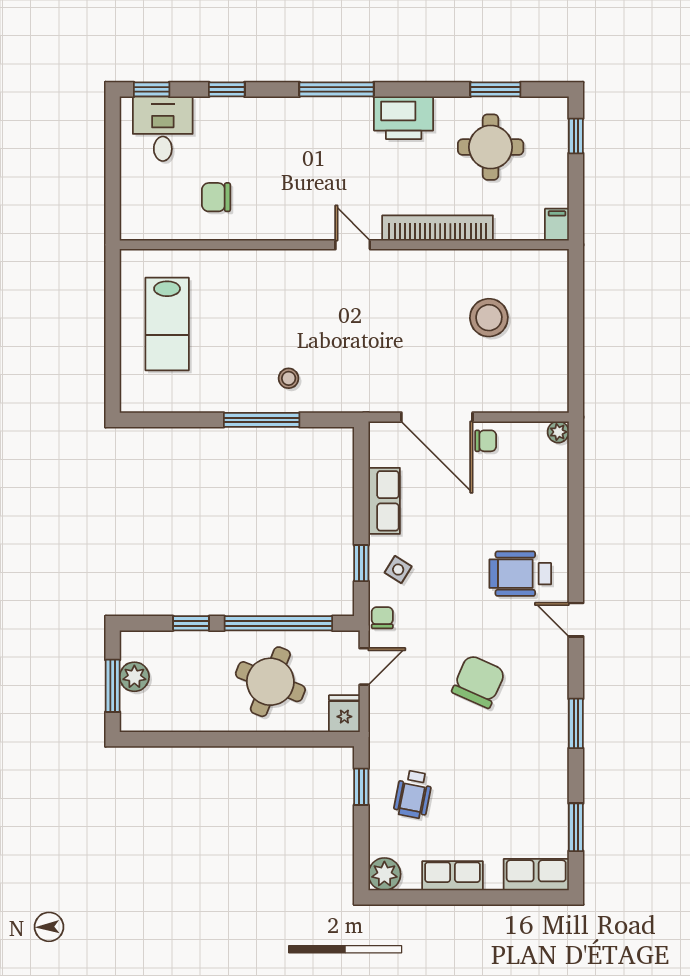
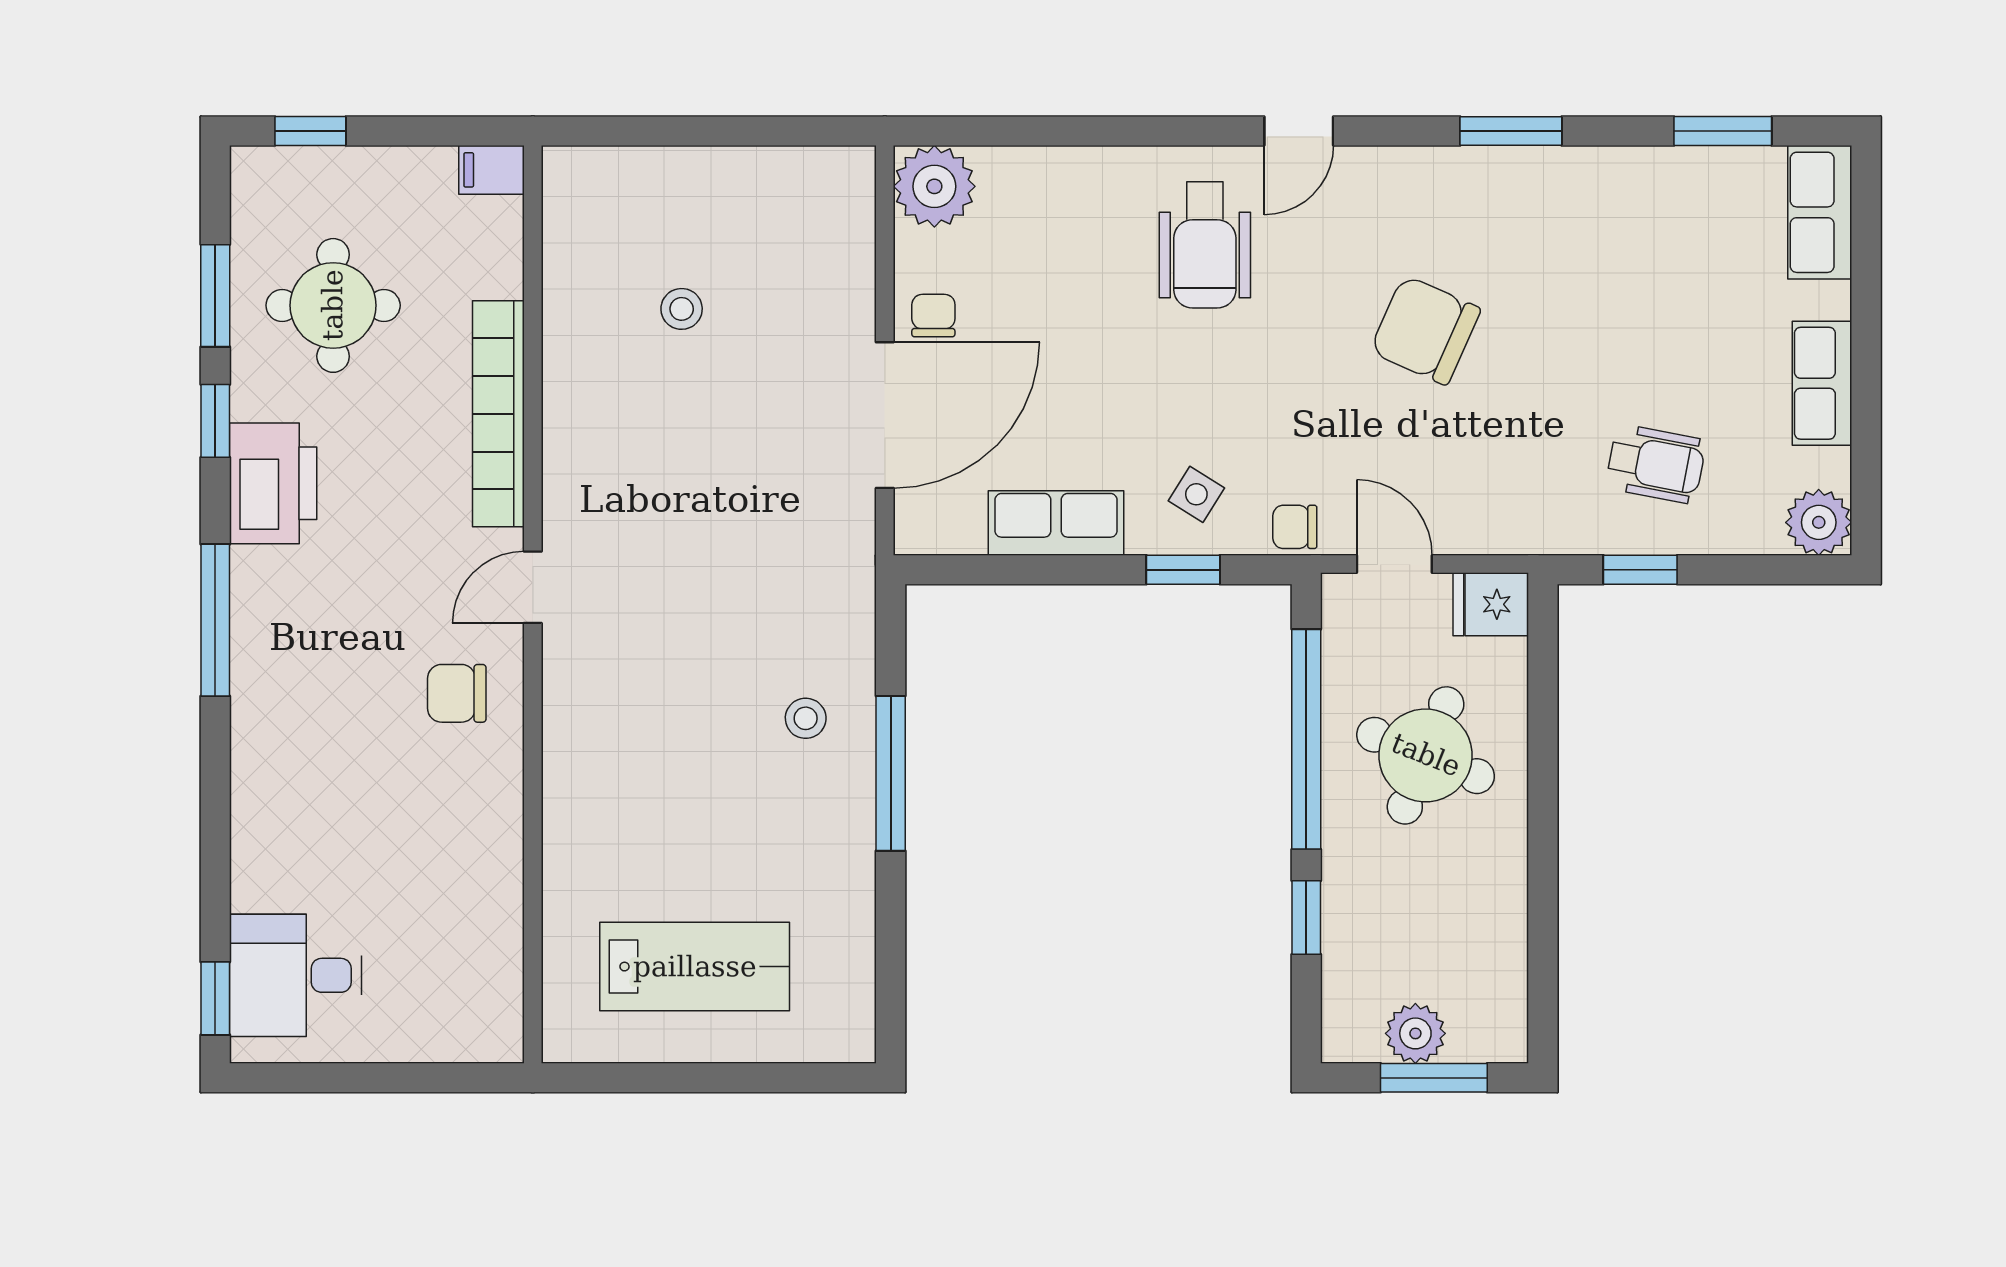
window: (227, 89) -> (215, 421), moved
chair: (216, 197) -> (457, 693), moved, turned 90
stool: (489, 318) -> (682, 309), width x0.53, depth x0.53
plant: (558, 432) -> (934, 186), width x1.88, depth x1.88

